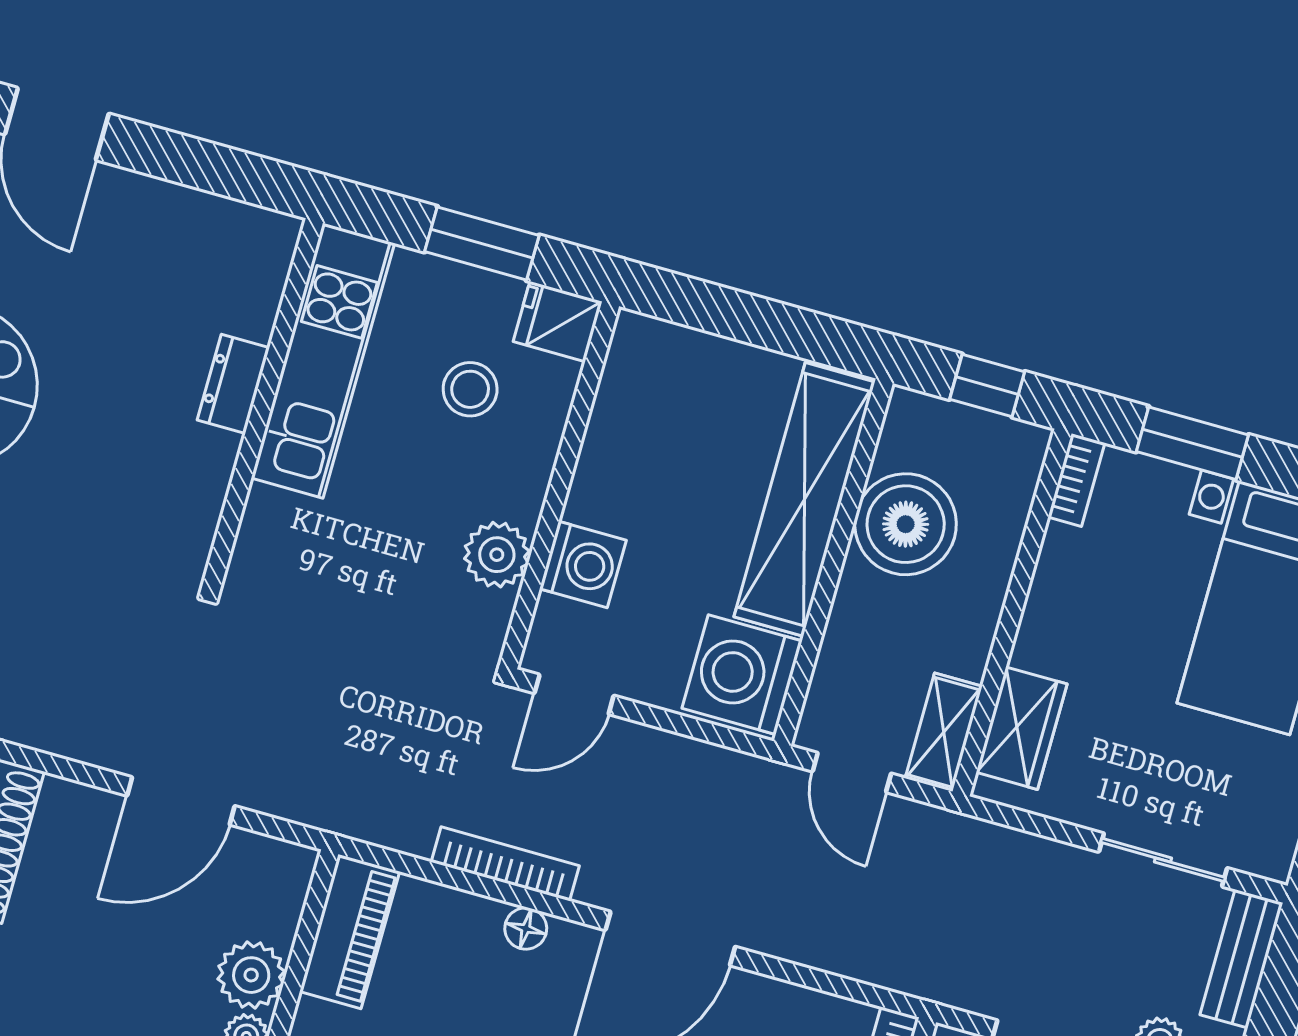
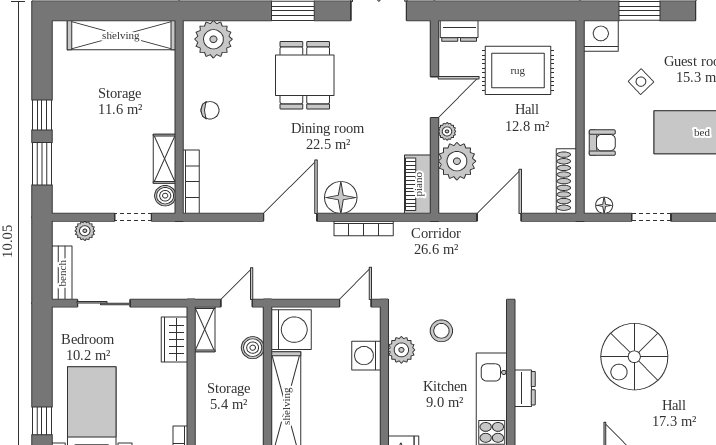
stool: (470, 389) -> (441, 331), moved
boiler: (906, 524) -> (253, 348), moved, width x0.54, depth x0.54
door: (852, 772) -> (237, 303), hinge flipped
floor lamp: (526, 928) -> (341, 198), width x1.89, depth x1.89
plant: (251, 975) -> (457, 161), width x1.36, depth x1.36

